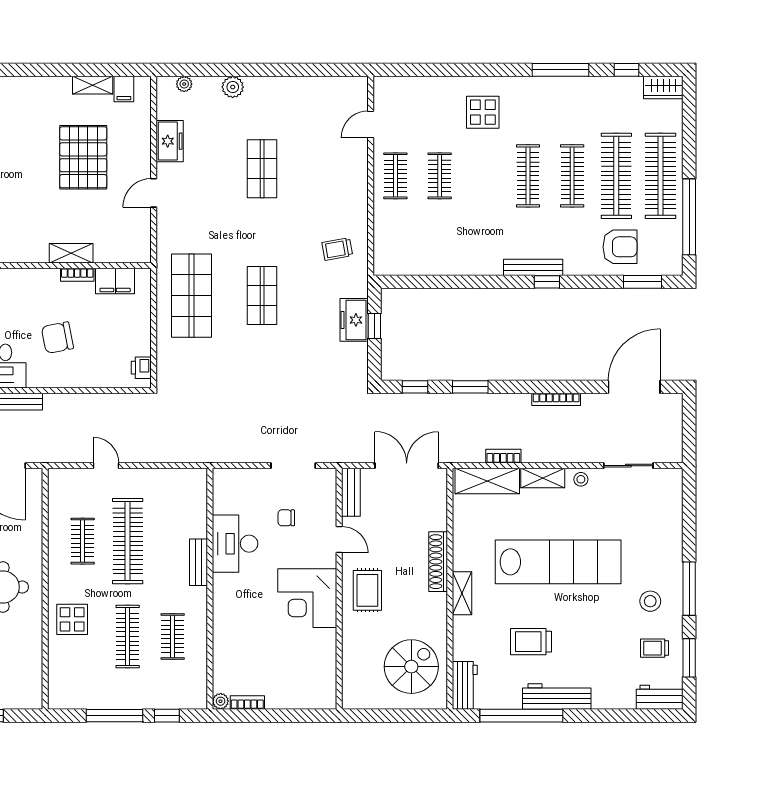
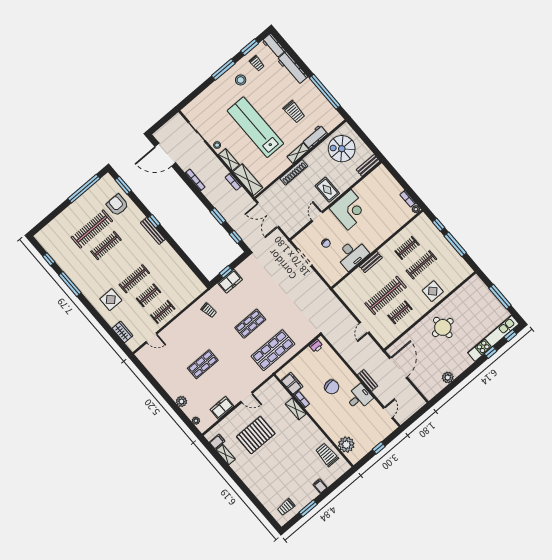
wardrobe: (663, 88) -> (122, 332), moved
clothes rail: (528, 176) -> (134, 279), moved
clothes rail: (661, 176) -> (78, 212), removed
bench: (351, 492) -> (368, 165), moved
rug: (367, 590) -> (327, 190), turned 90
workbench: (465, 685) -> (315, 137), moved
workbench: (557, 697) -> (292, 68), moved

